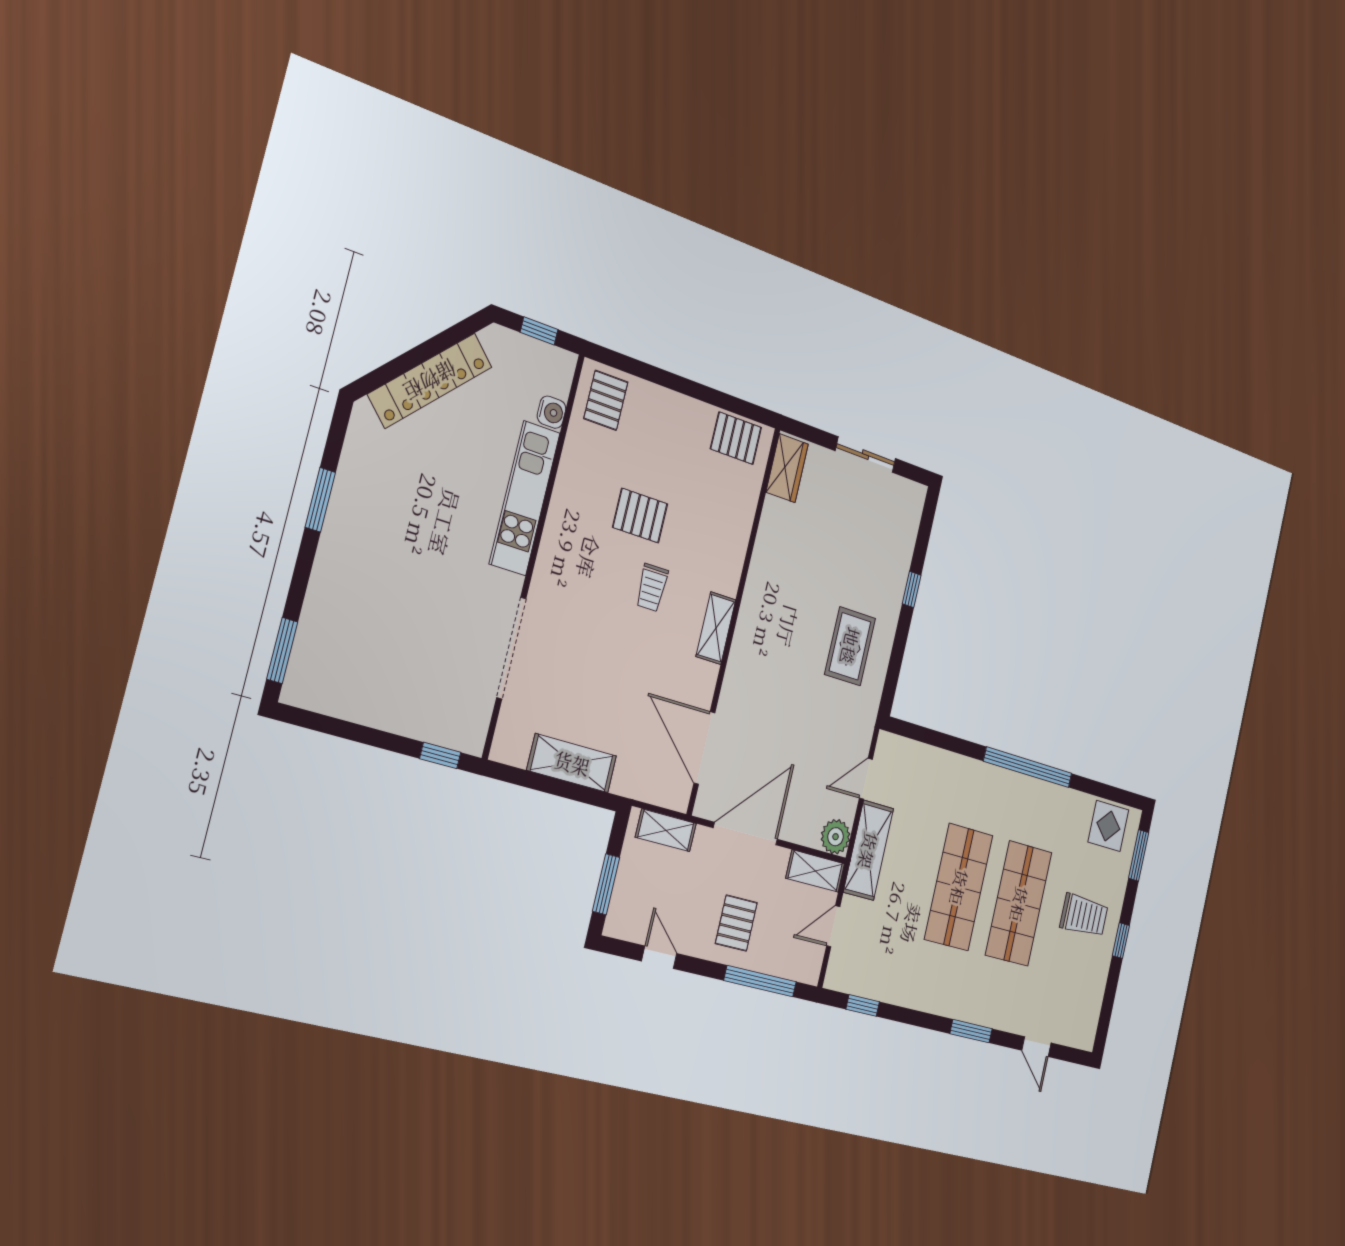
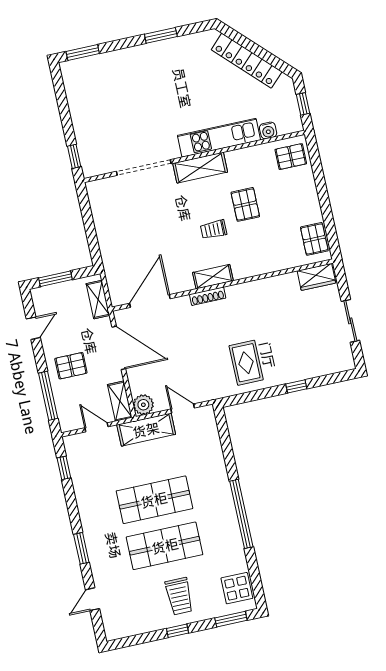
rug: (850, 646) -> (246, 363), turned 90
shoe rack: (738, 653) -> (208, 296), added
shelving: (572, 763) -> (200, 168), moved, turned 90

